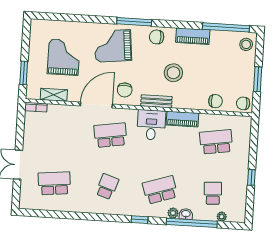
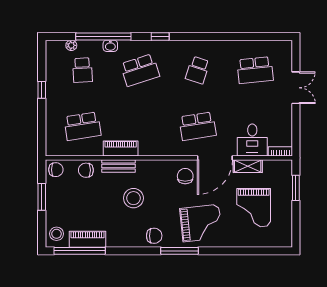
piano: (193, 36) -> (88, 239), moved
shelving: (54, 95) -> (248, 166), moved
bench: (156, 101) -> (119, 166), moved
desk: (151, 125) -> (252, 140), moved
plant: (173, 213) -> (124, 46), removed

